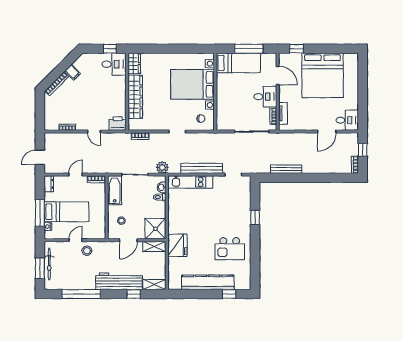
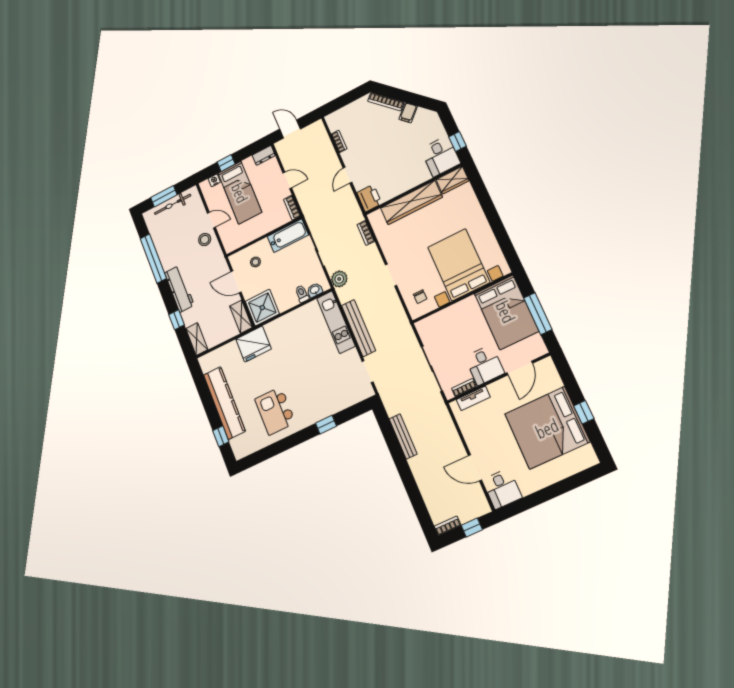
window: (296, 49) -> (584, 412), moved
bed: (238, 63) -> (506, 312), width x1.50
window: (40, 213) -> (226, 163), width x0.46
workbench: (119, 281) -> (179, 289), width x0.73, depth x0.76

